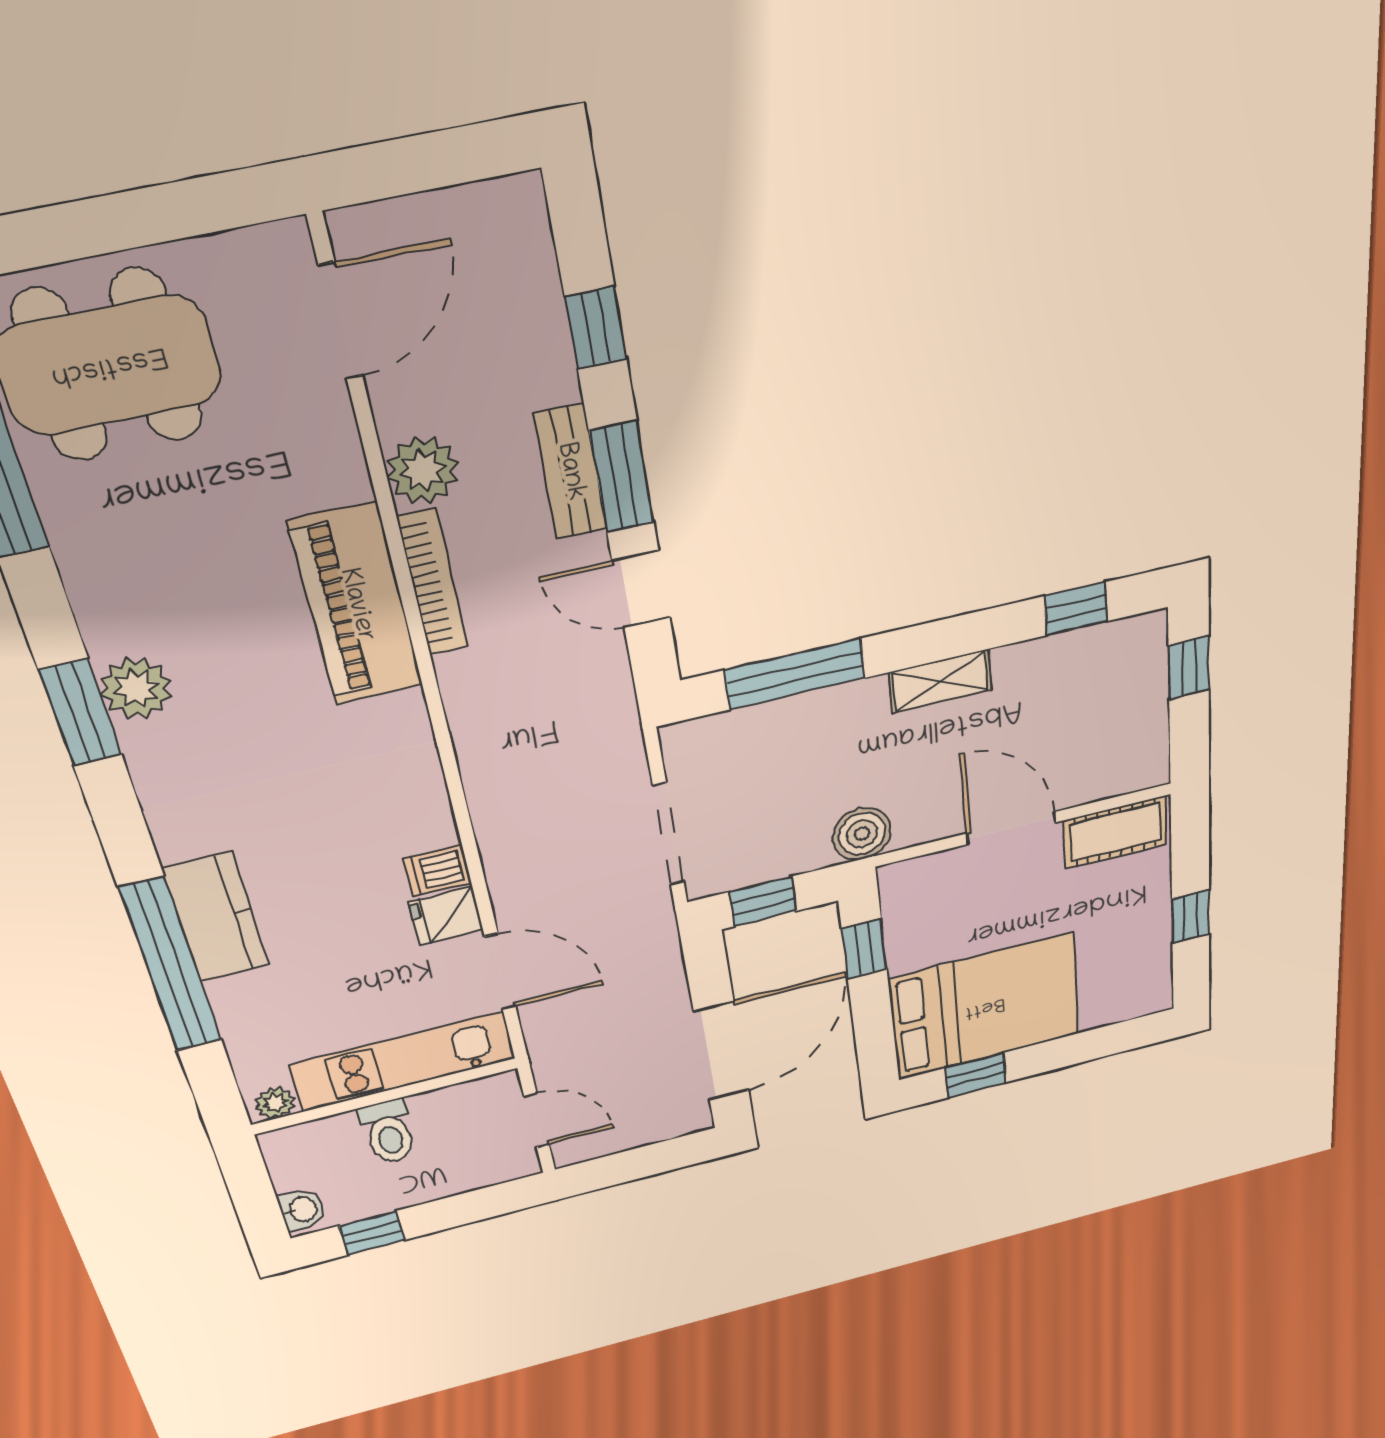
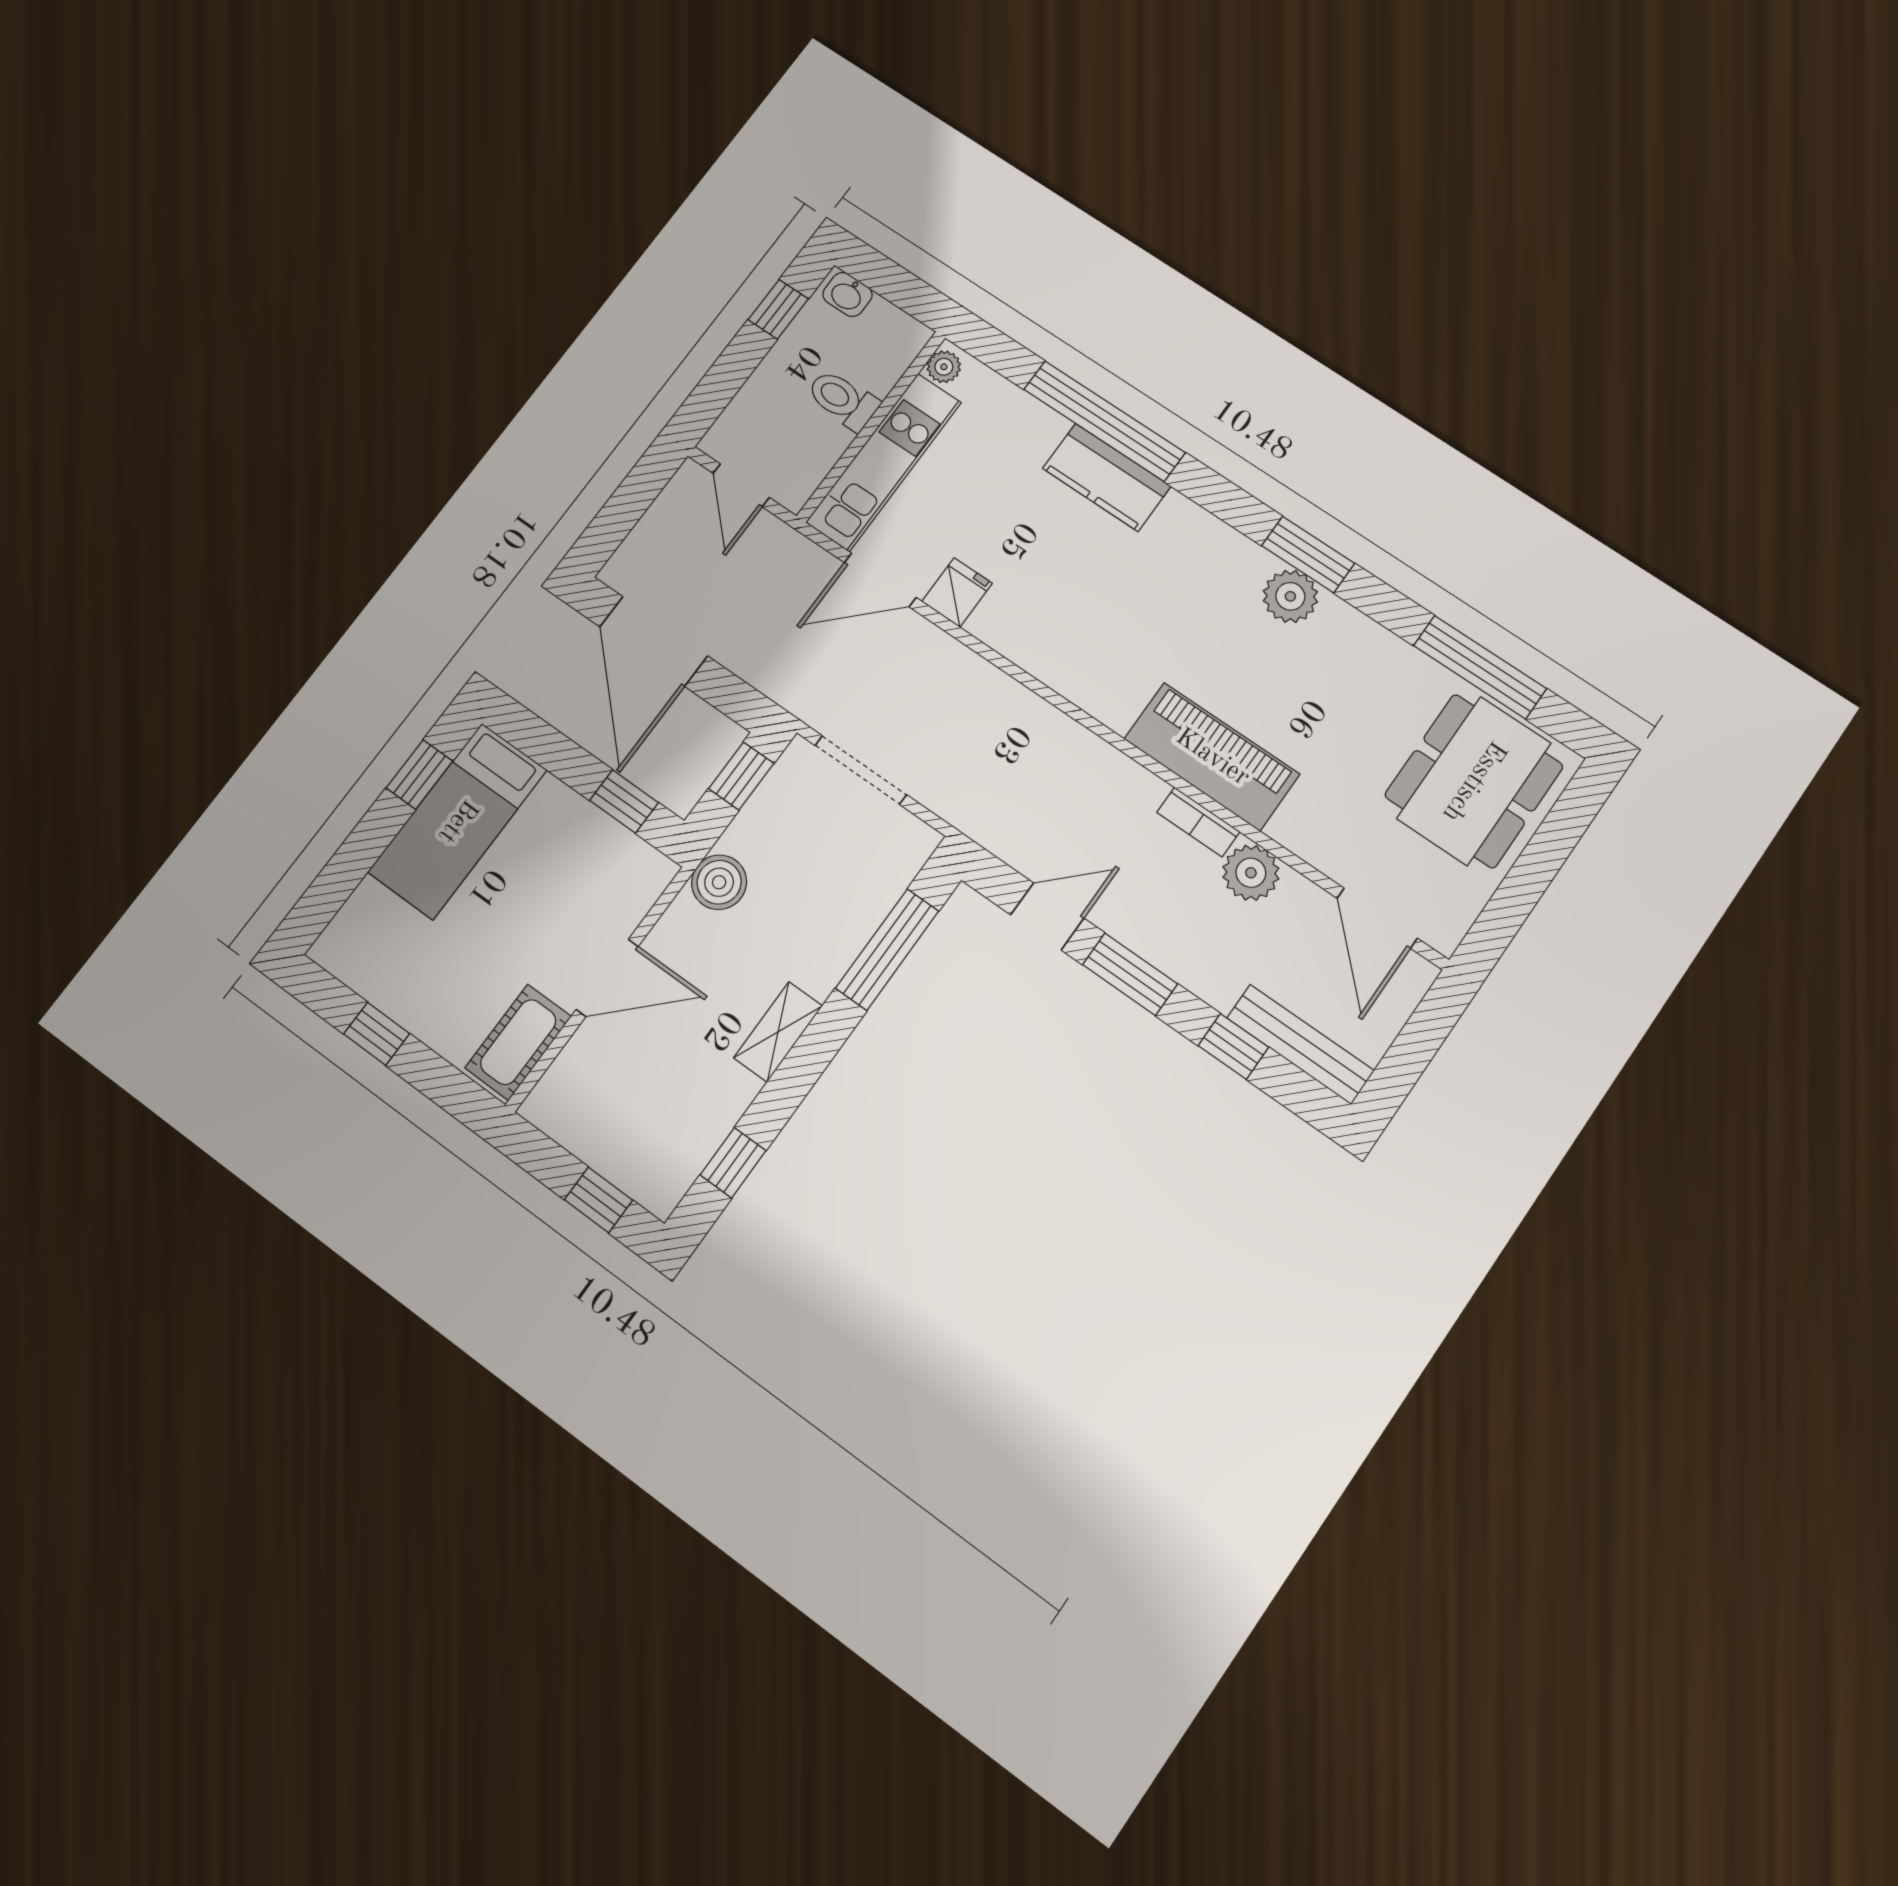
bench: (570, 472) -> (1300, 1044), moved, width x1.36
bookcase: (433, 582) -> (1198, 822), width x0.64
dishwasher: (437, 871) -> (994, 620), removed
bed: (985, 1007) -> (458, 821), width x0.67
door: (537, 1120) -> (741, 485), hinge flipped

